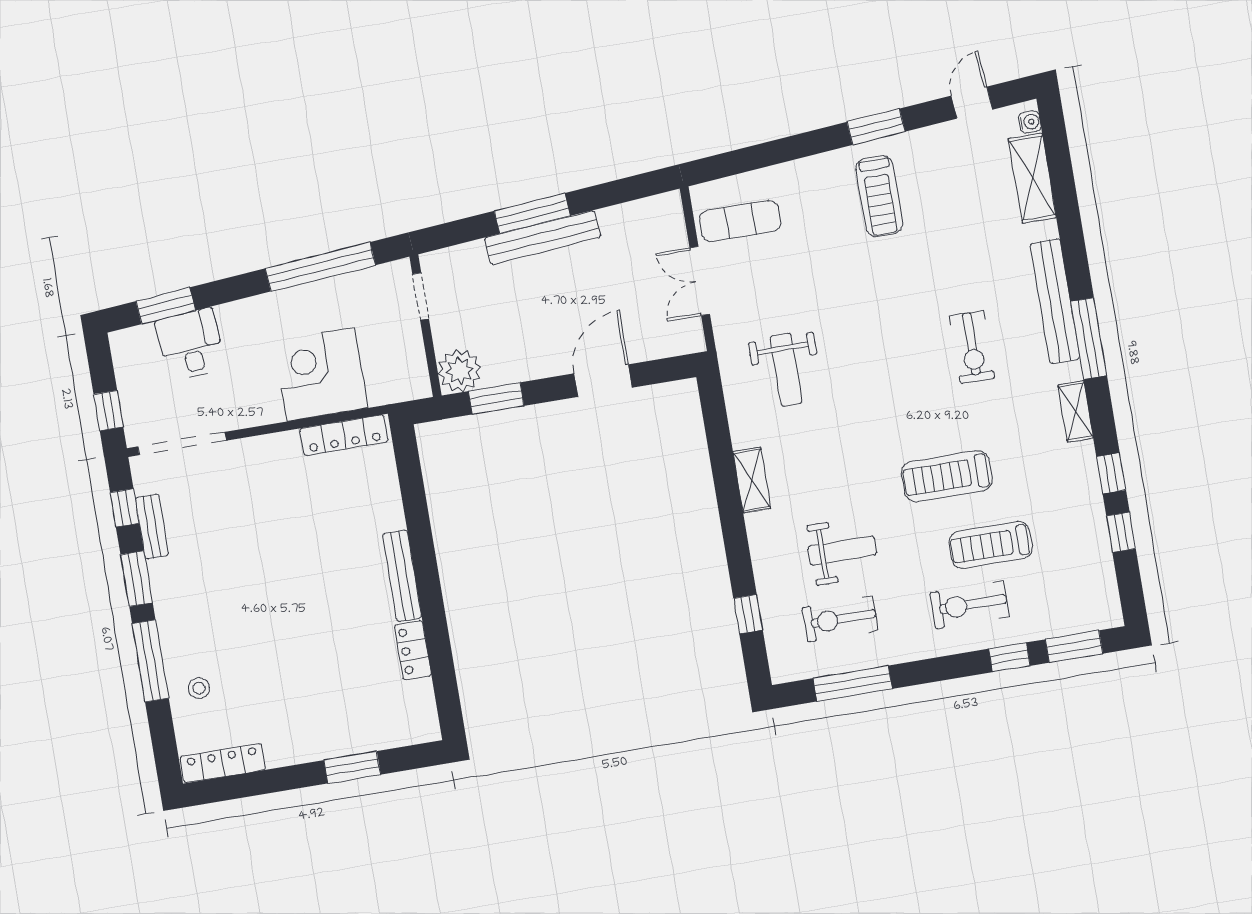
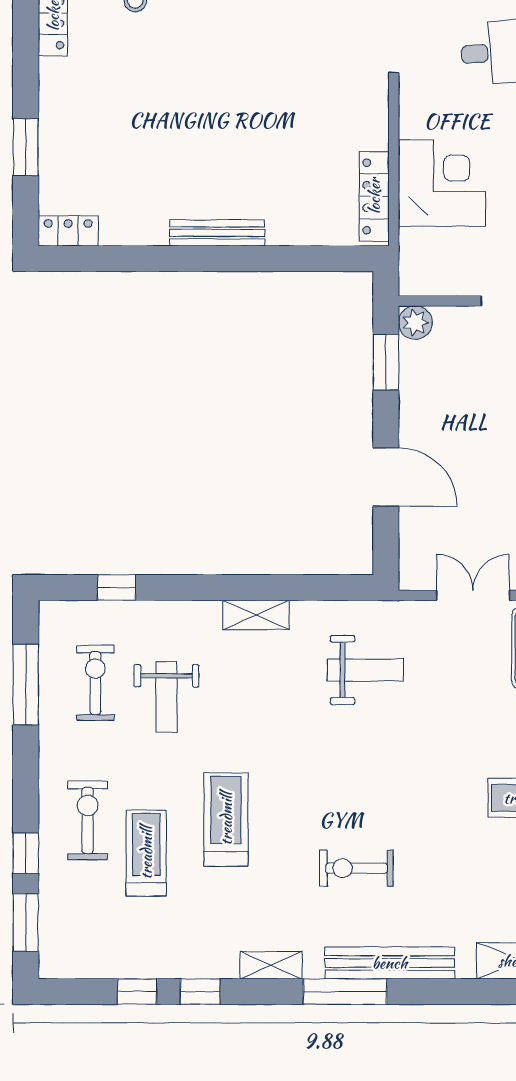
weight bench: (786, 370) -> (365, 670), turned 180
plant: (460, 371) -> (415, 322), width x0.73, depth x0.73
locker: (413, 650) -> (68, 231), moved

